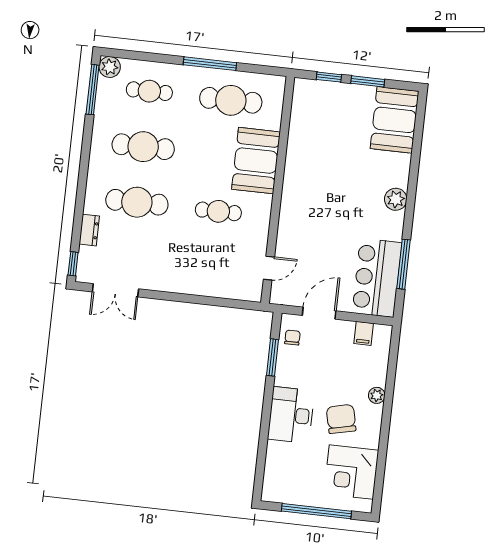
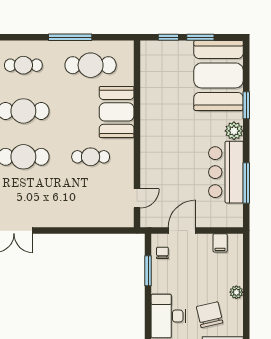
booth: (395, 120) -> (219, 75), width x1.36, depth x1.42
window: (414, 170) -> (246, 105), added
bar counter: (377, 278) -> (226, 172), moved

